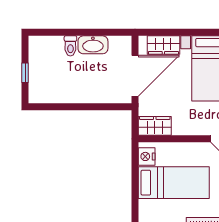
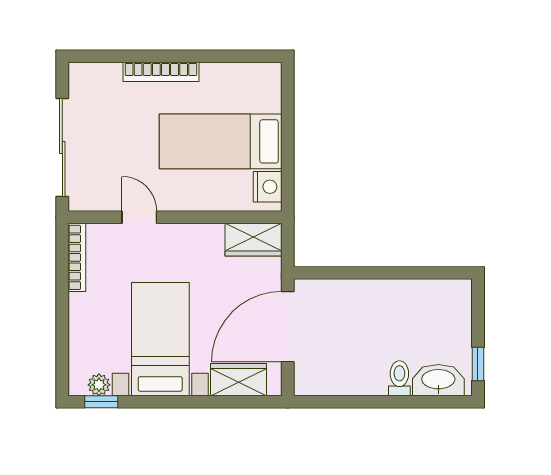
washbasin: (93, 45) -> (438, 380), moved
window: (25, 73) -> (478, 364), moved

